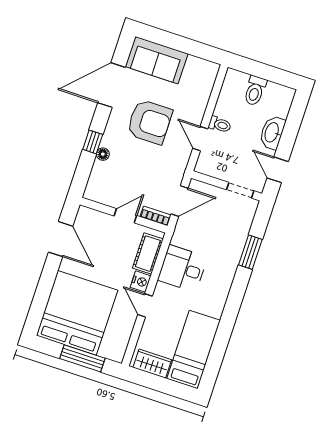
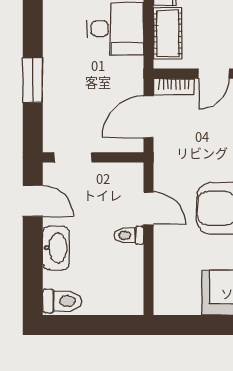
toilet: (255, 91) -> (62, 301), moved, turned 90

